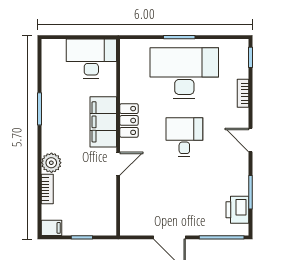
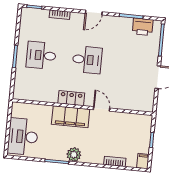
desk: (91, 59) -> (23, 137), moved
desk: (184, 73) -> (41, 55), width x0.53, depth x0.77
desk: (184, 137) -> (87, 60), turned 180
plant: (51, 163) -> (74, 155), moved

